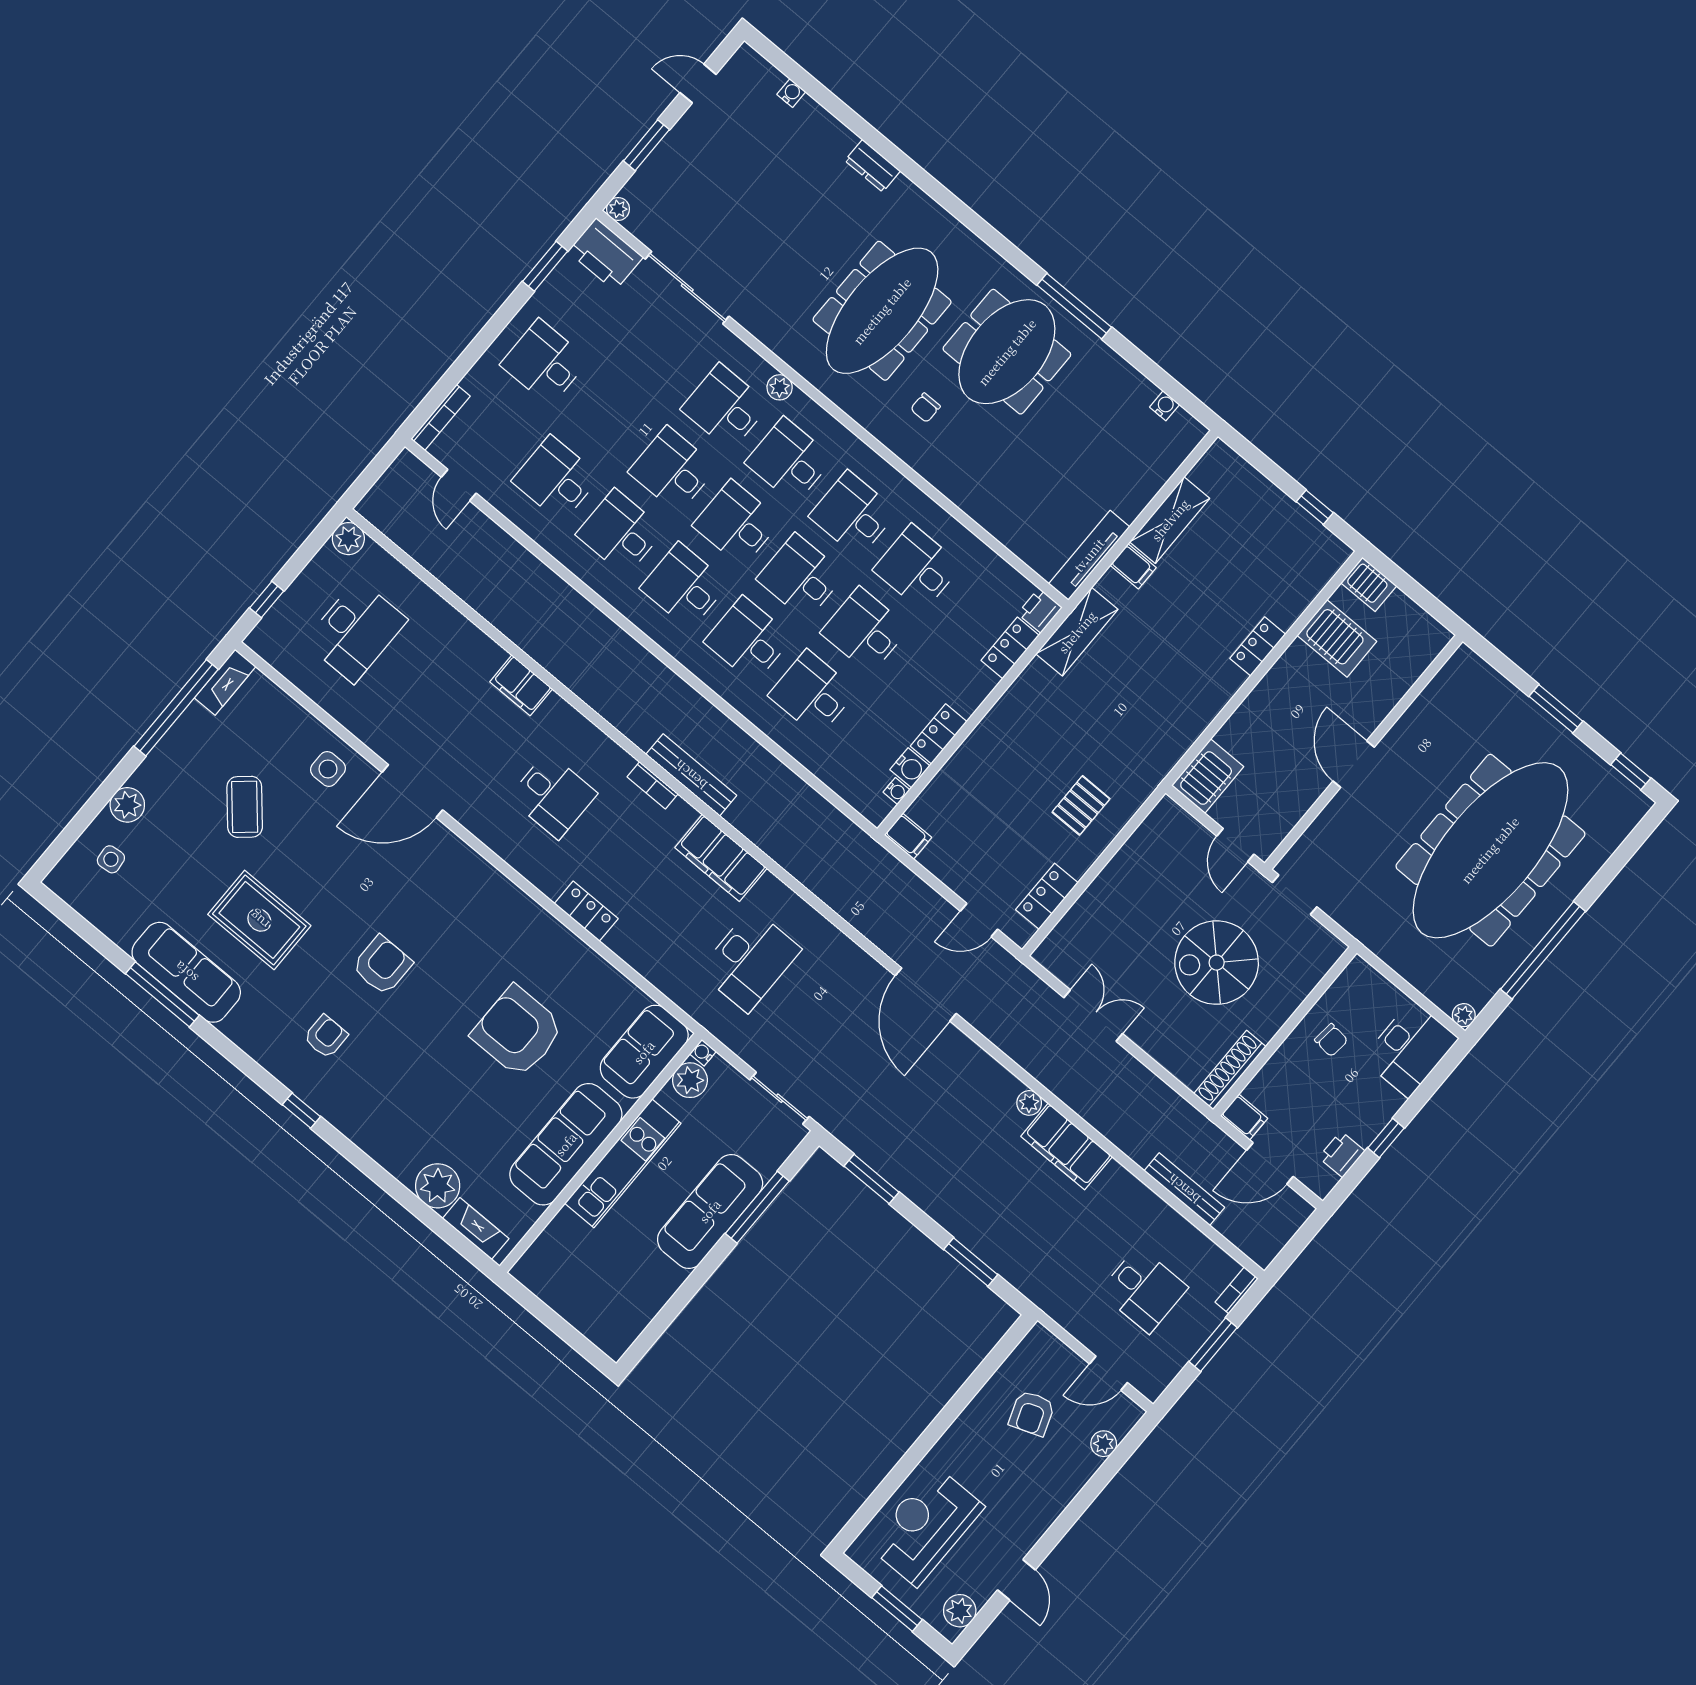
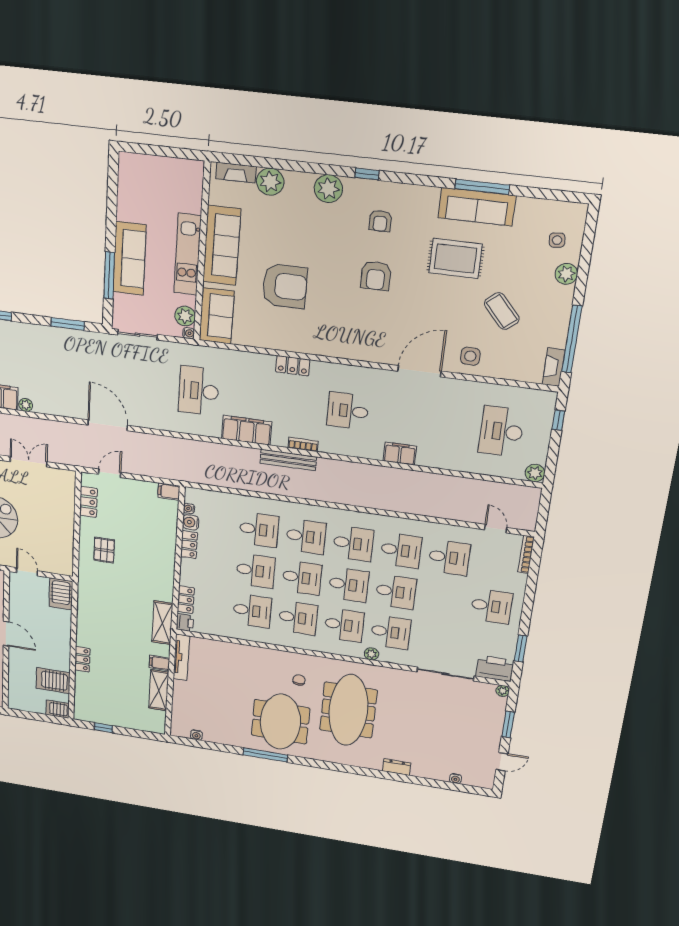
double door: (1093, 1016) -> (29, 462), swing flipped
plant: (366, 1125) -> (328, 189), added

